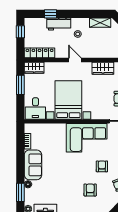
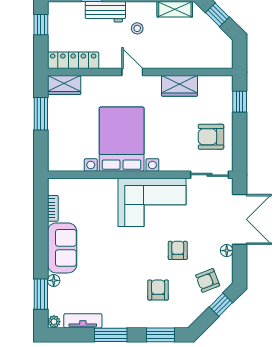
desk: (35, 108) -> (66, 153), removed

